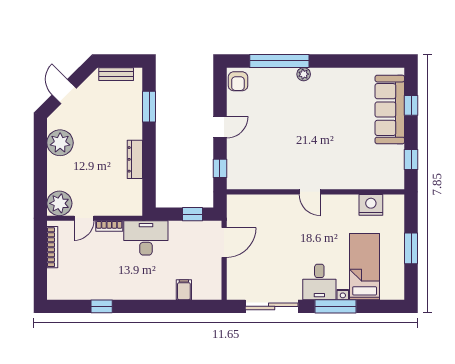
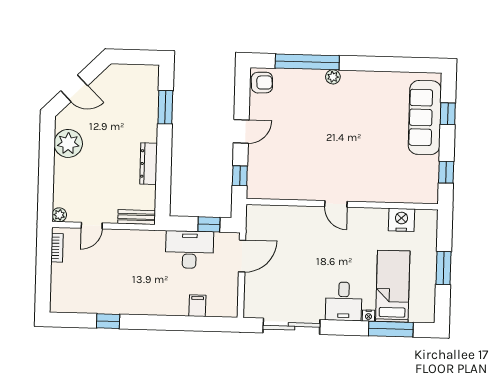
bench: (116, 74) -> (137, 217), moved
armchair: (238, 81) -> (262, 83), turned -93
door: (64, 92) -> (74, 88), swing flipped
plant: (59, 203) -> (59, 215), width x0.53, depth x0.53
bookcase: (109, 226) -> (119, 235), removed
desk: (146, 238) -> (189, 250), moved
bookcase: (52, 247) -> (57, 248), width x0.64
window: (336, 306) -> (391, 329), moved

